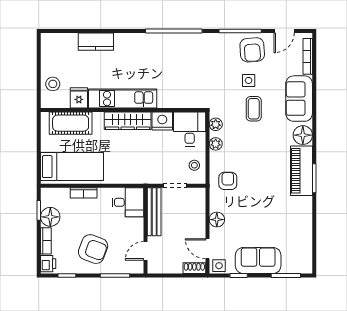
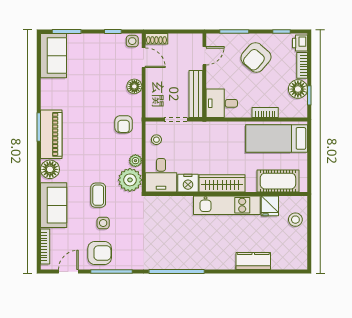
armchair: (252, 50) -> (100, 253), turned 94
plant: (216, 124) -> (130, 180), width x1.87, depth x1.87
armchair: (93, 249) -> (256, 57), turned -69
sofa: (258, 261) -> (53, 56), moved, turned -90

